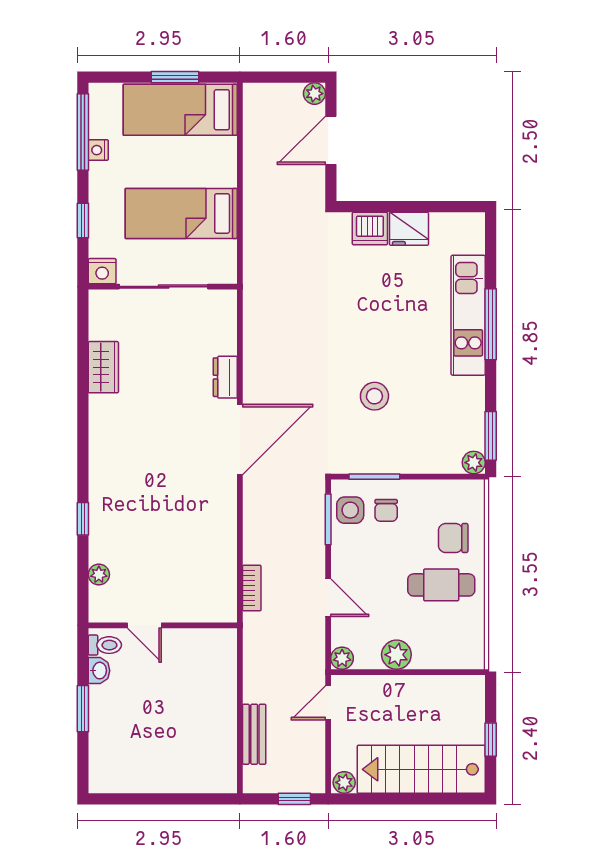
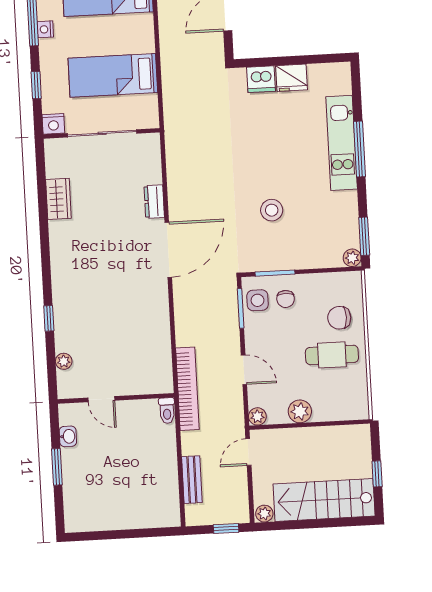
bookcase: (252, 588) -> (187, 389), width x2.31, depth x1.31
toilet: (105, 645) -> (167, 411), moved, turned 90

